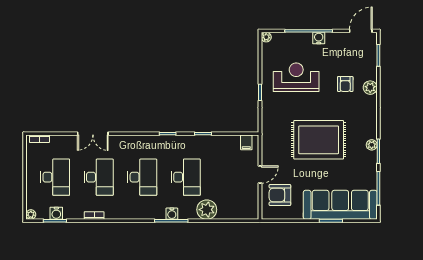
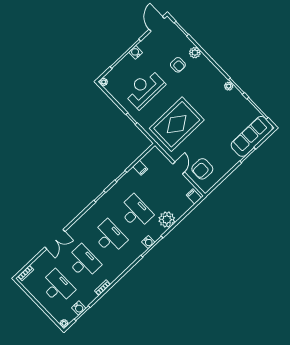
rug: (319, 140) -> (177, 124), moved
filing cabinet: (246, 142) -> (140, 168), moved
sofa: (340, 205) -> (252, 136), width x0.74, depth x0.79
filing cabinet: (249, 212) -> (194, 196), added

